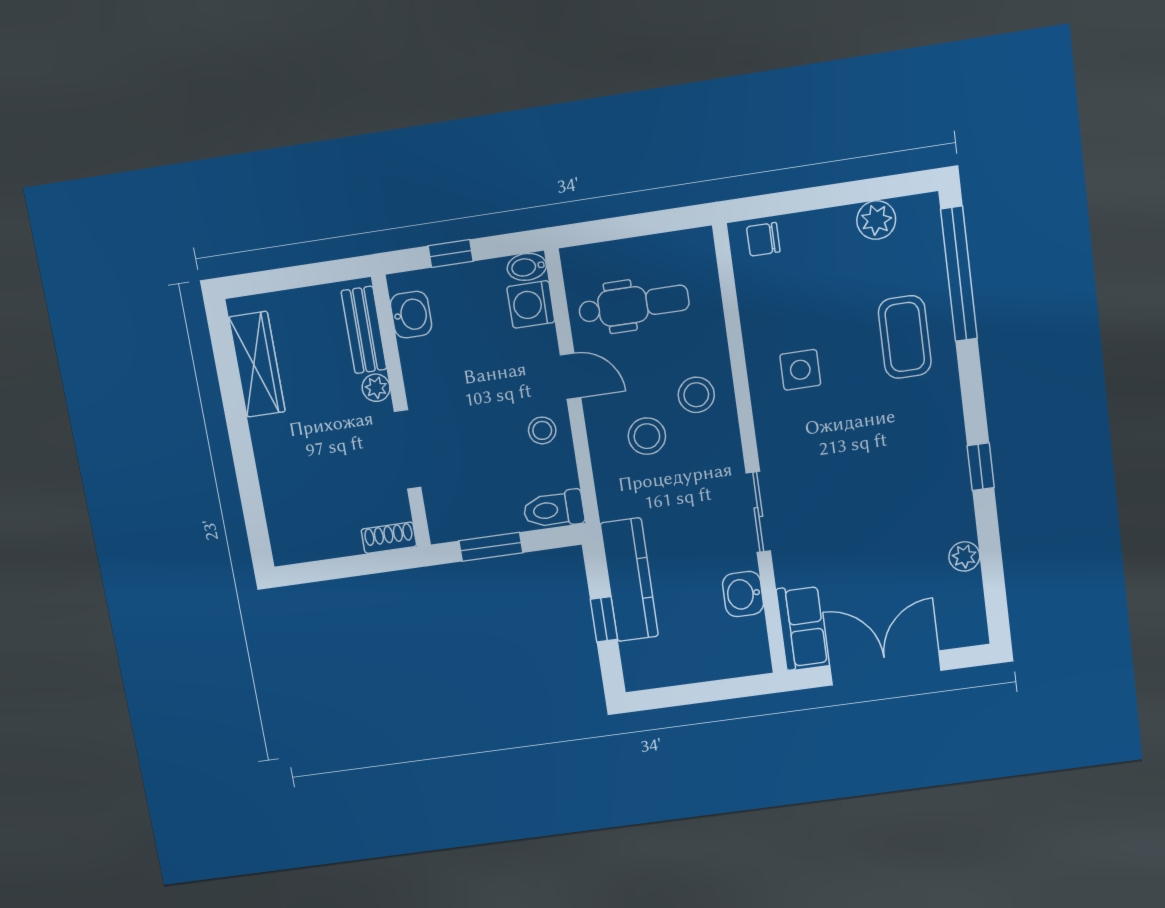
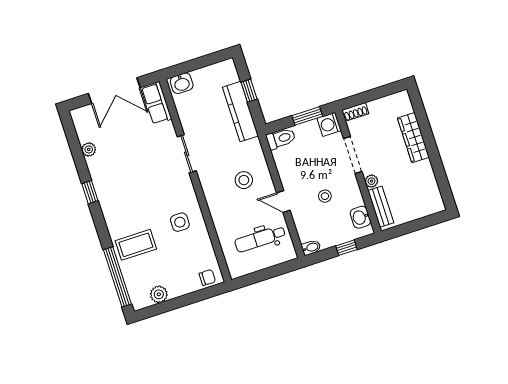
washing machine: (531, 304) -> (329, 124), moved, turned 180
coffee table: (905, 337) -> (136, 245), turned 90
wardrobe: (257, 364) -> (413, 138), moved
stool: (696, 395) -> (225, 203), removed
stool: (542, 430) -> (325, 196), moved
washbasin: (743, 594) -> (182, 83), moved, turned 90

